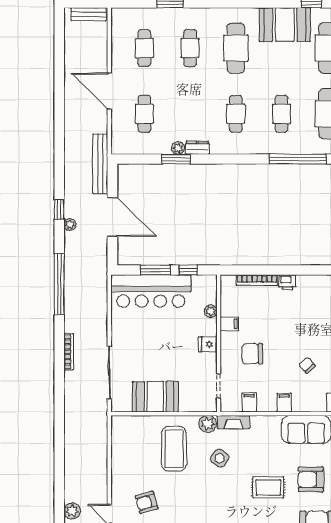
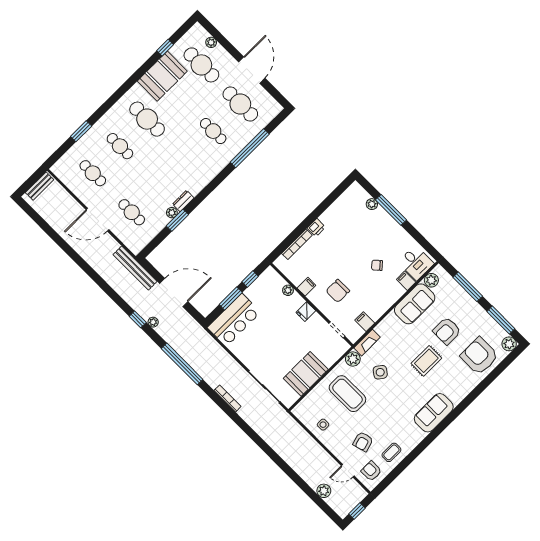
cafe table: (236, 114) -> (186, 158), removed
bar counter: (151, 291) -> (234, 320), width x0.73
filing cabinet: (284, 403) -> (406, 281), moved
side table: (127, 454) -> (323, 425), added

